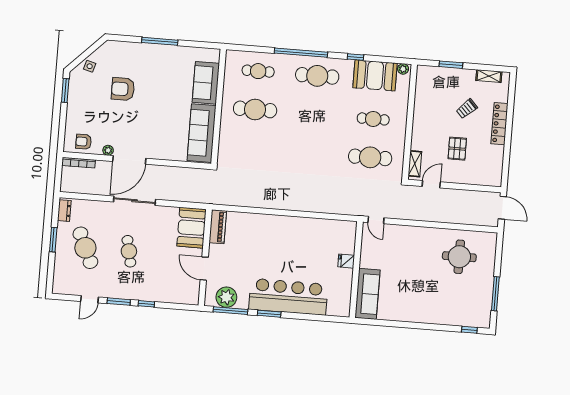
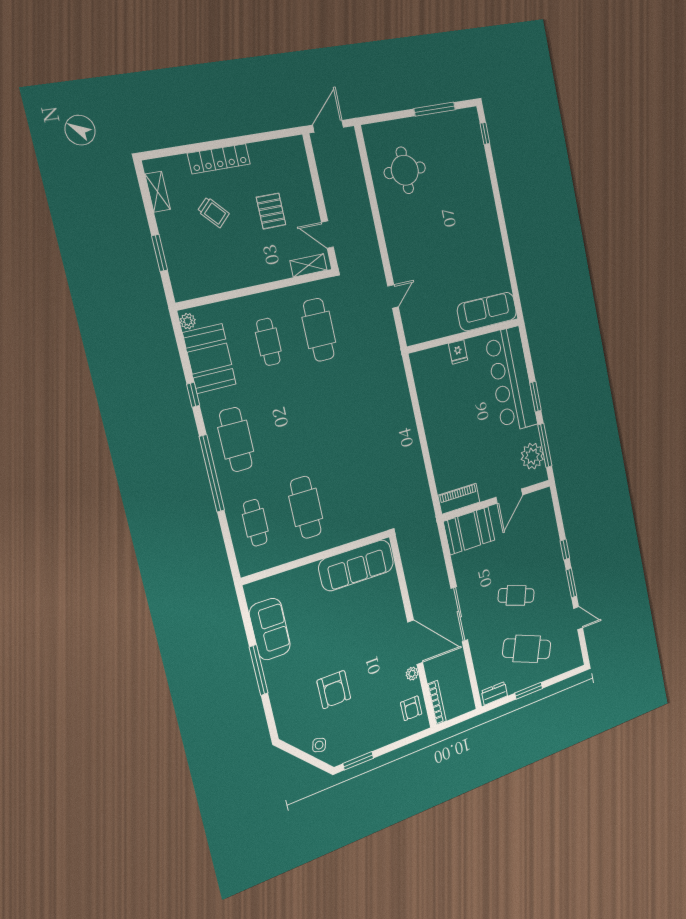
sofa: (206, 83) -> (270, 629), moved, turned -90
pallet: (457, 149) -> (271, 211), turned 90
cafe table: (85, 248) -> (527, 649), turned 45
cafe table: (129, 251) -> (516, 595), turned 30
fridge: (346, 261) -> (458, 352), moved
wall: (356, 270) -> (464, 336), moved
sofa: (367, 294) -> (487, 312), moved

